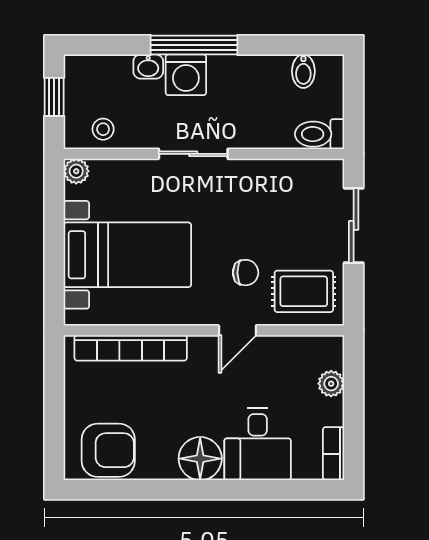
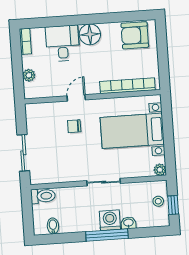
stool: (103, 129) -> (158, 201), moved
rug: (304, 291) -> (45, 119), removed

